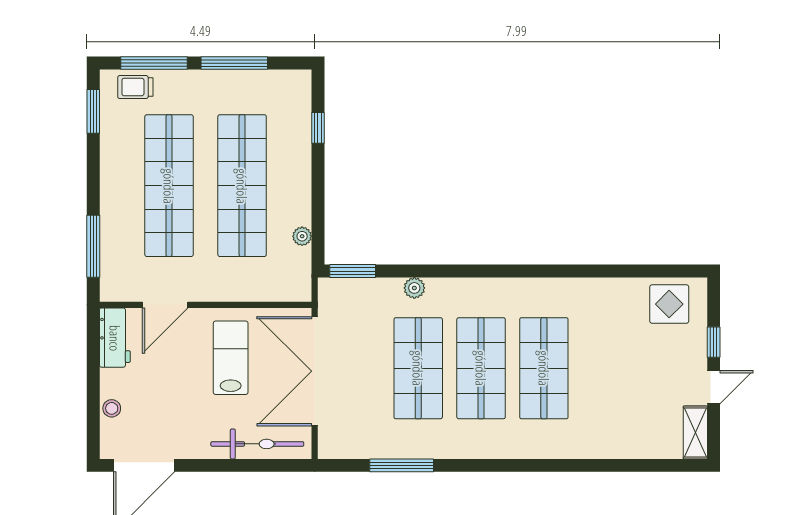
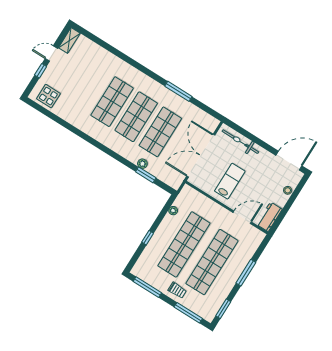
window: (234, 63) -> (147, 287), moved
trolley: (135, 87) -> (177, 290), moved
window: (318, 128) -> (148, 238), moved
window: (93, 246) -> (246, 273), moved
window: (353, 271) -> (146, 175), moved
lab bench: (231, 358) -> (230, 181), turned 180
double door: (315, 371) -> (201, 156), swing flipped
window: (402, 465) -> (178, 91), moved

